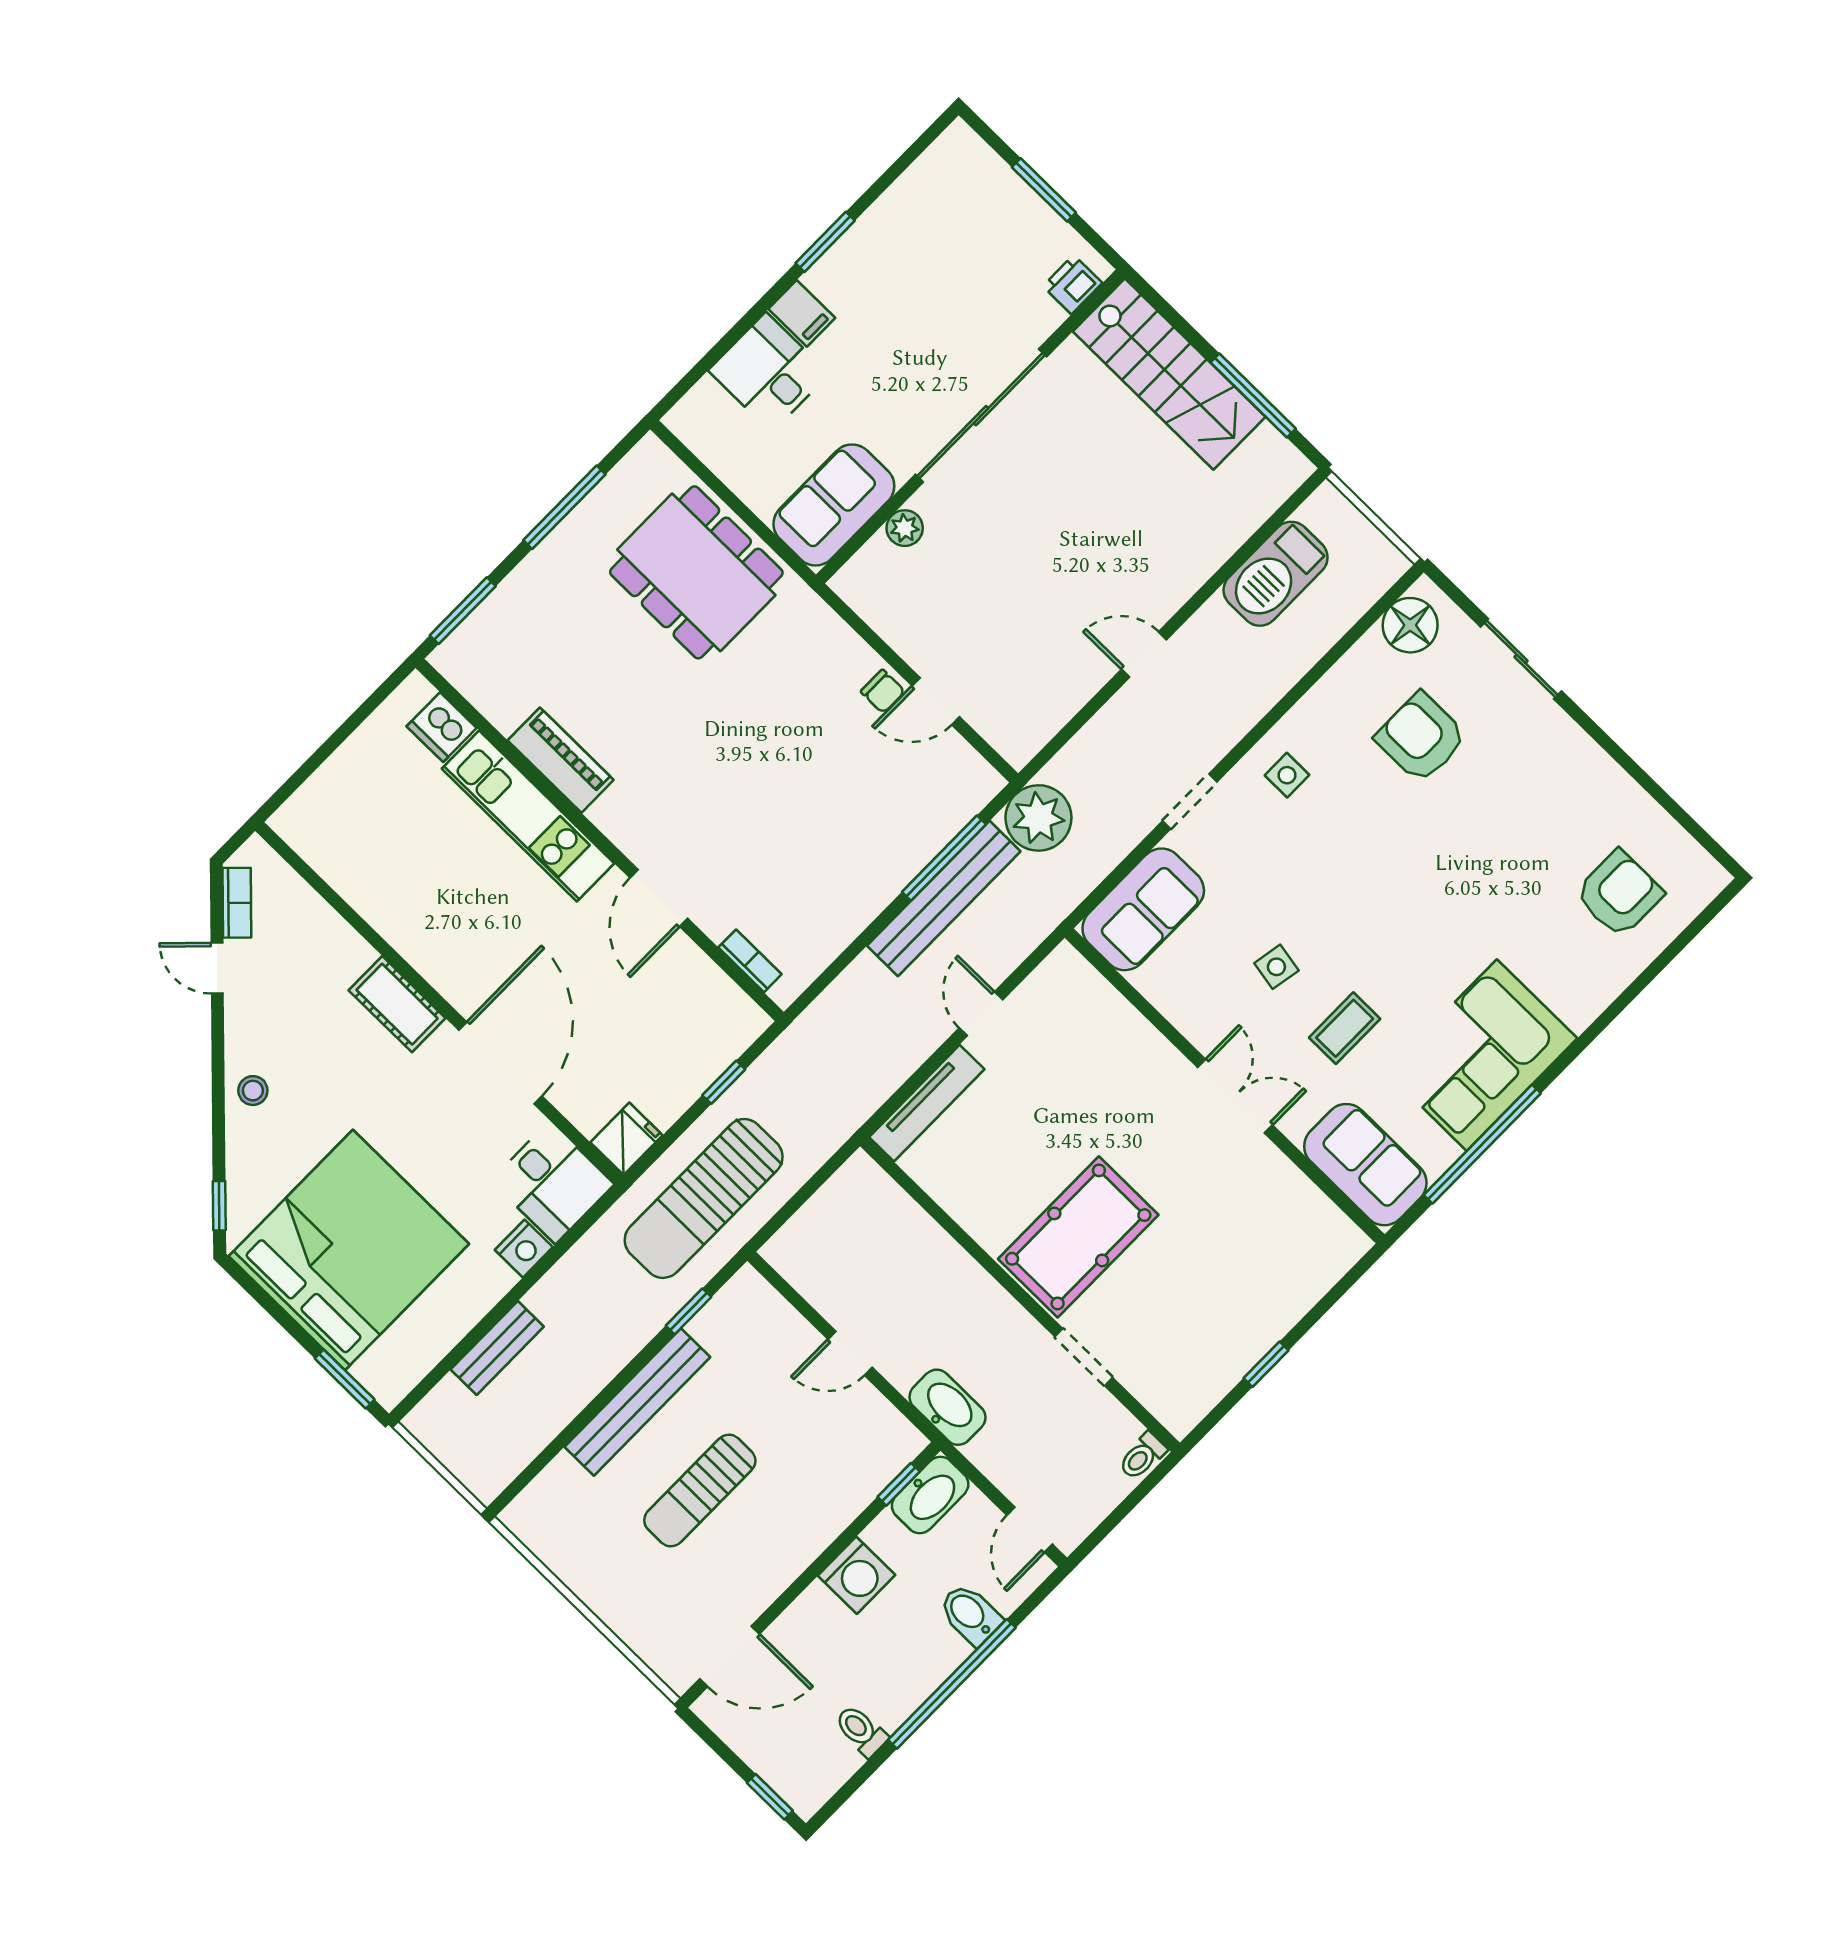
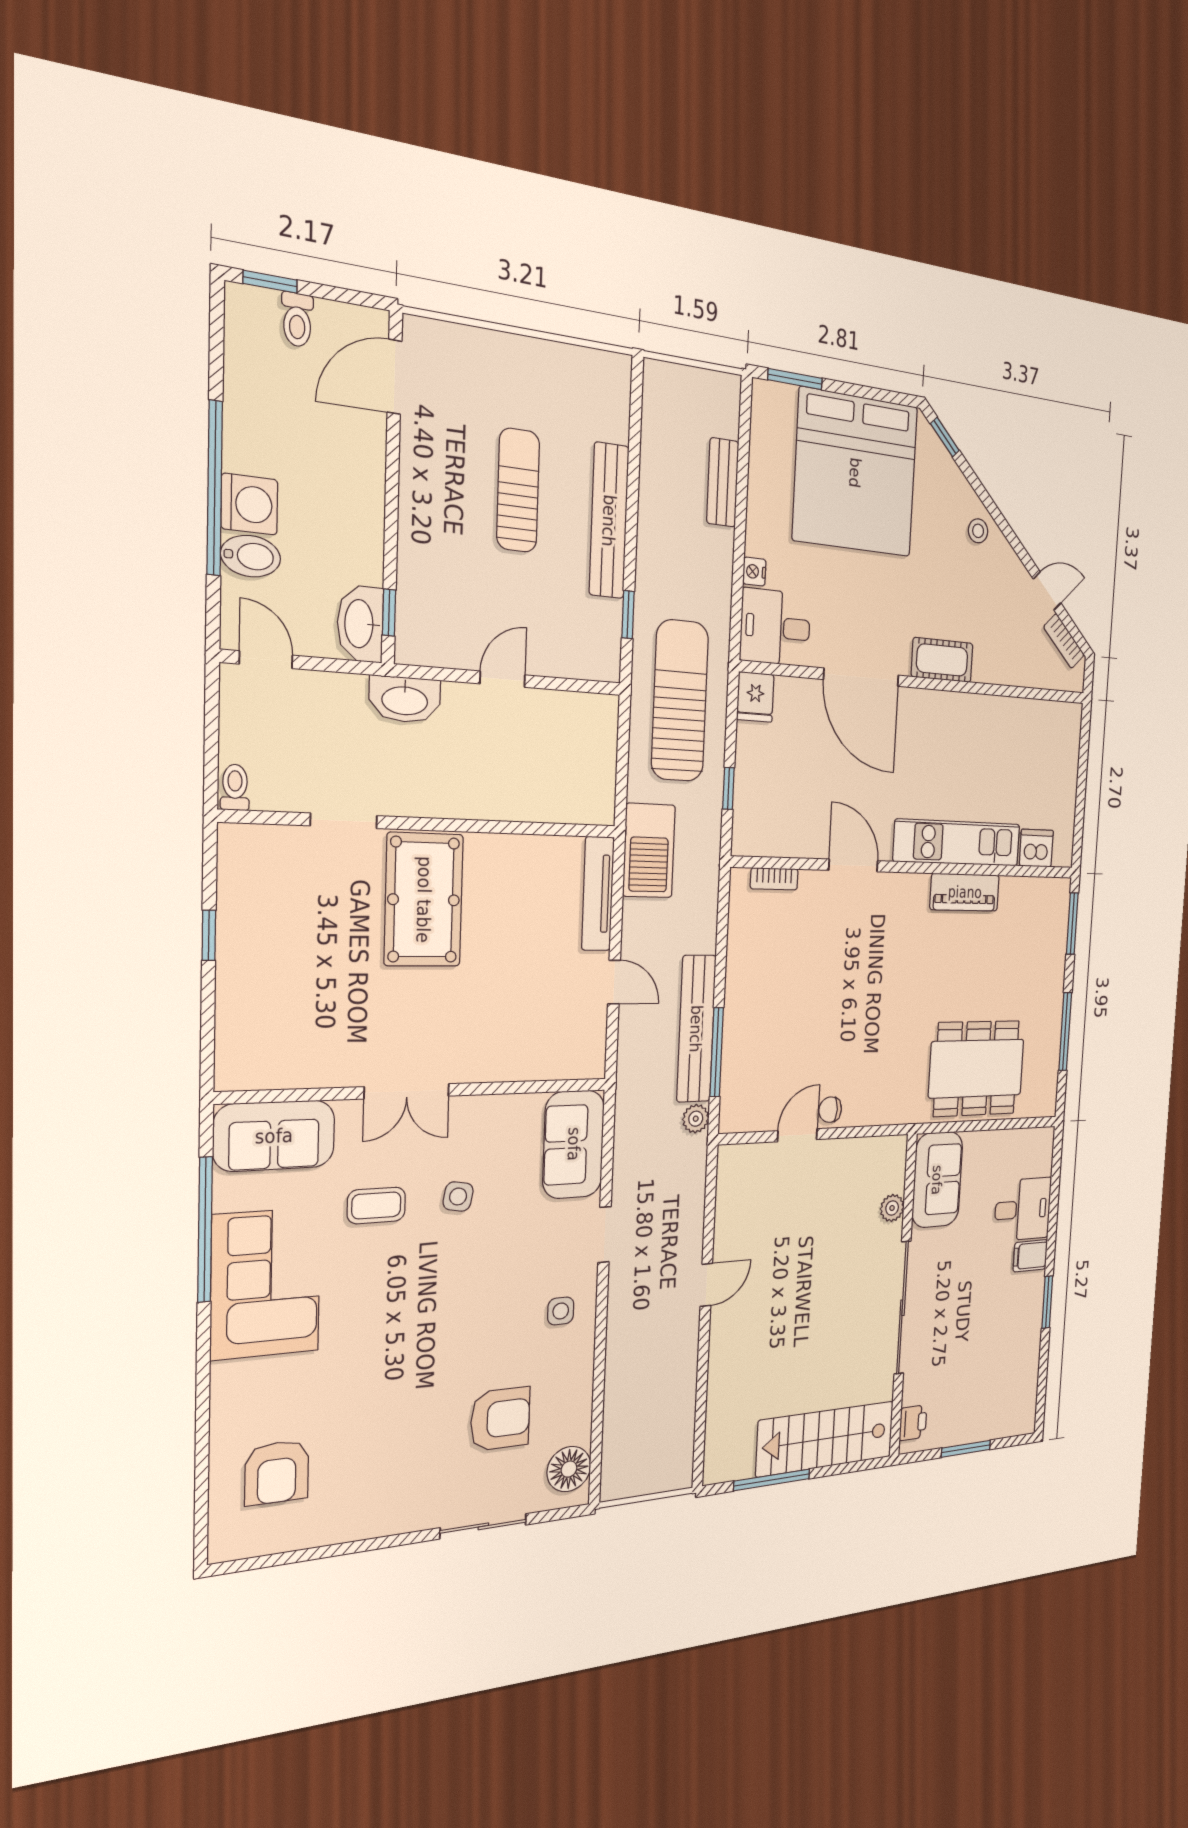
barbecue: (1276, 574) -> (649, 851), moved, turned 180
plant: (1038, 818) -> (696, 1119), width x0.53, depth x0.53
coffee table: (1345, 1028) -> (376, 1205), turned 90
nightstand: (524, 1248) -> (754, 572), width x0.72, depth x0.74
washing machine: (857, 1575) -> (249, 504), moved, turned 180
toilet: (861, 1731) -> (297, 320), moved, turned 90

